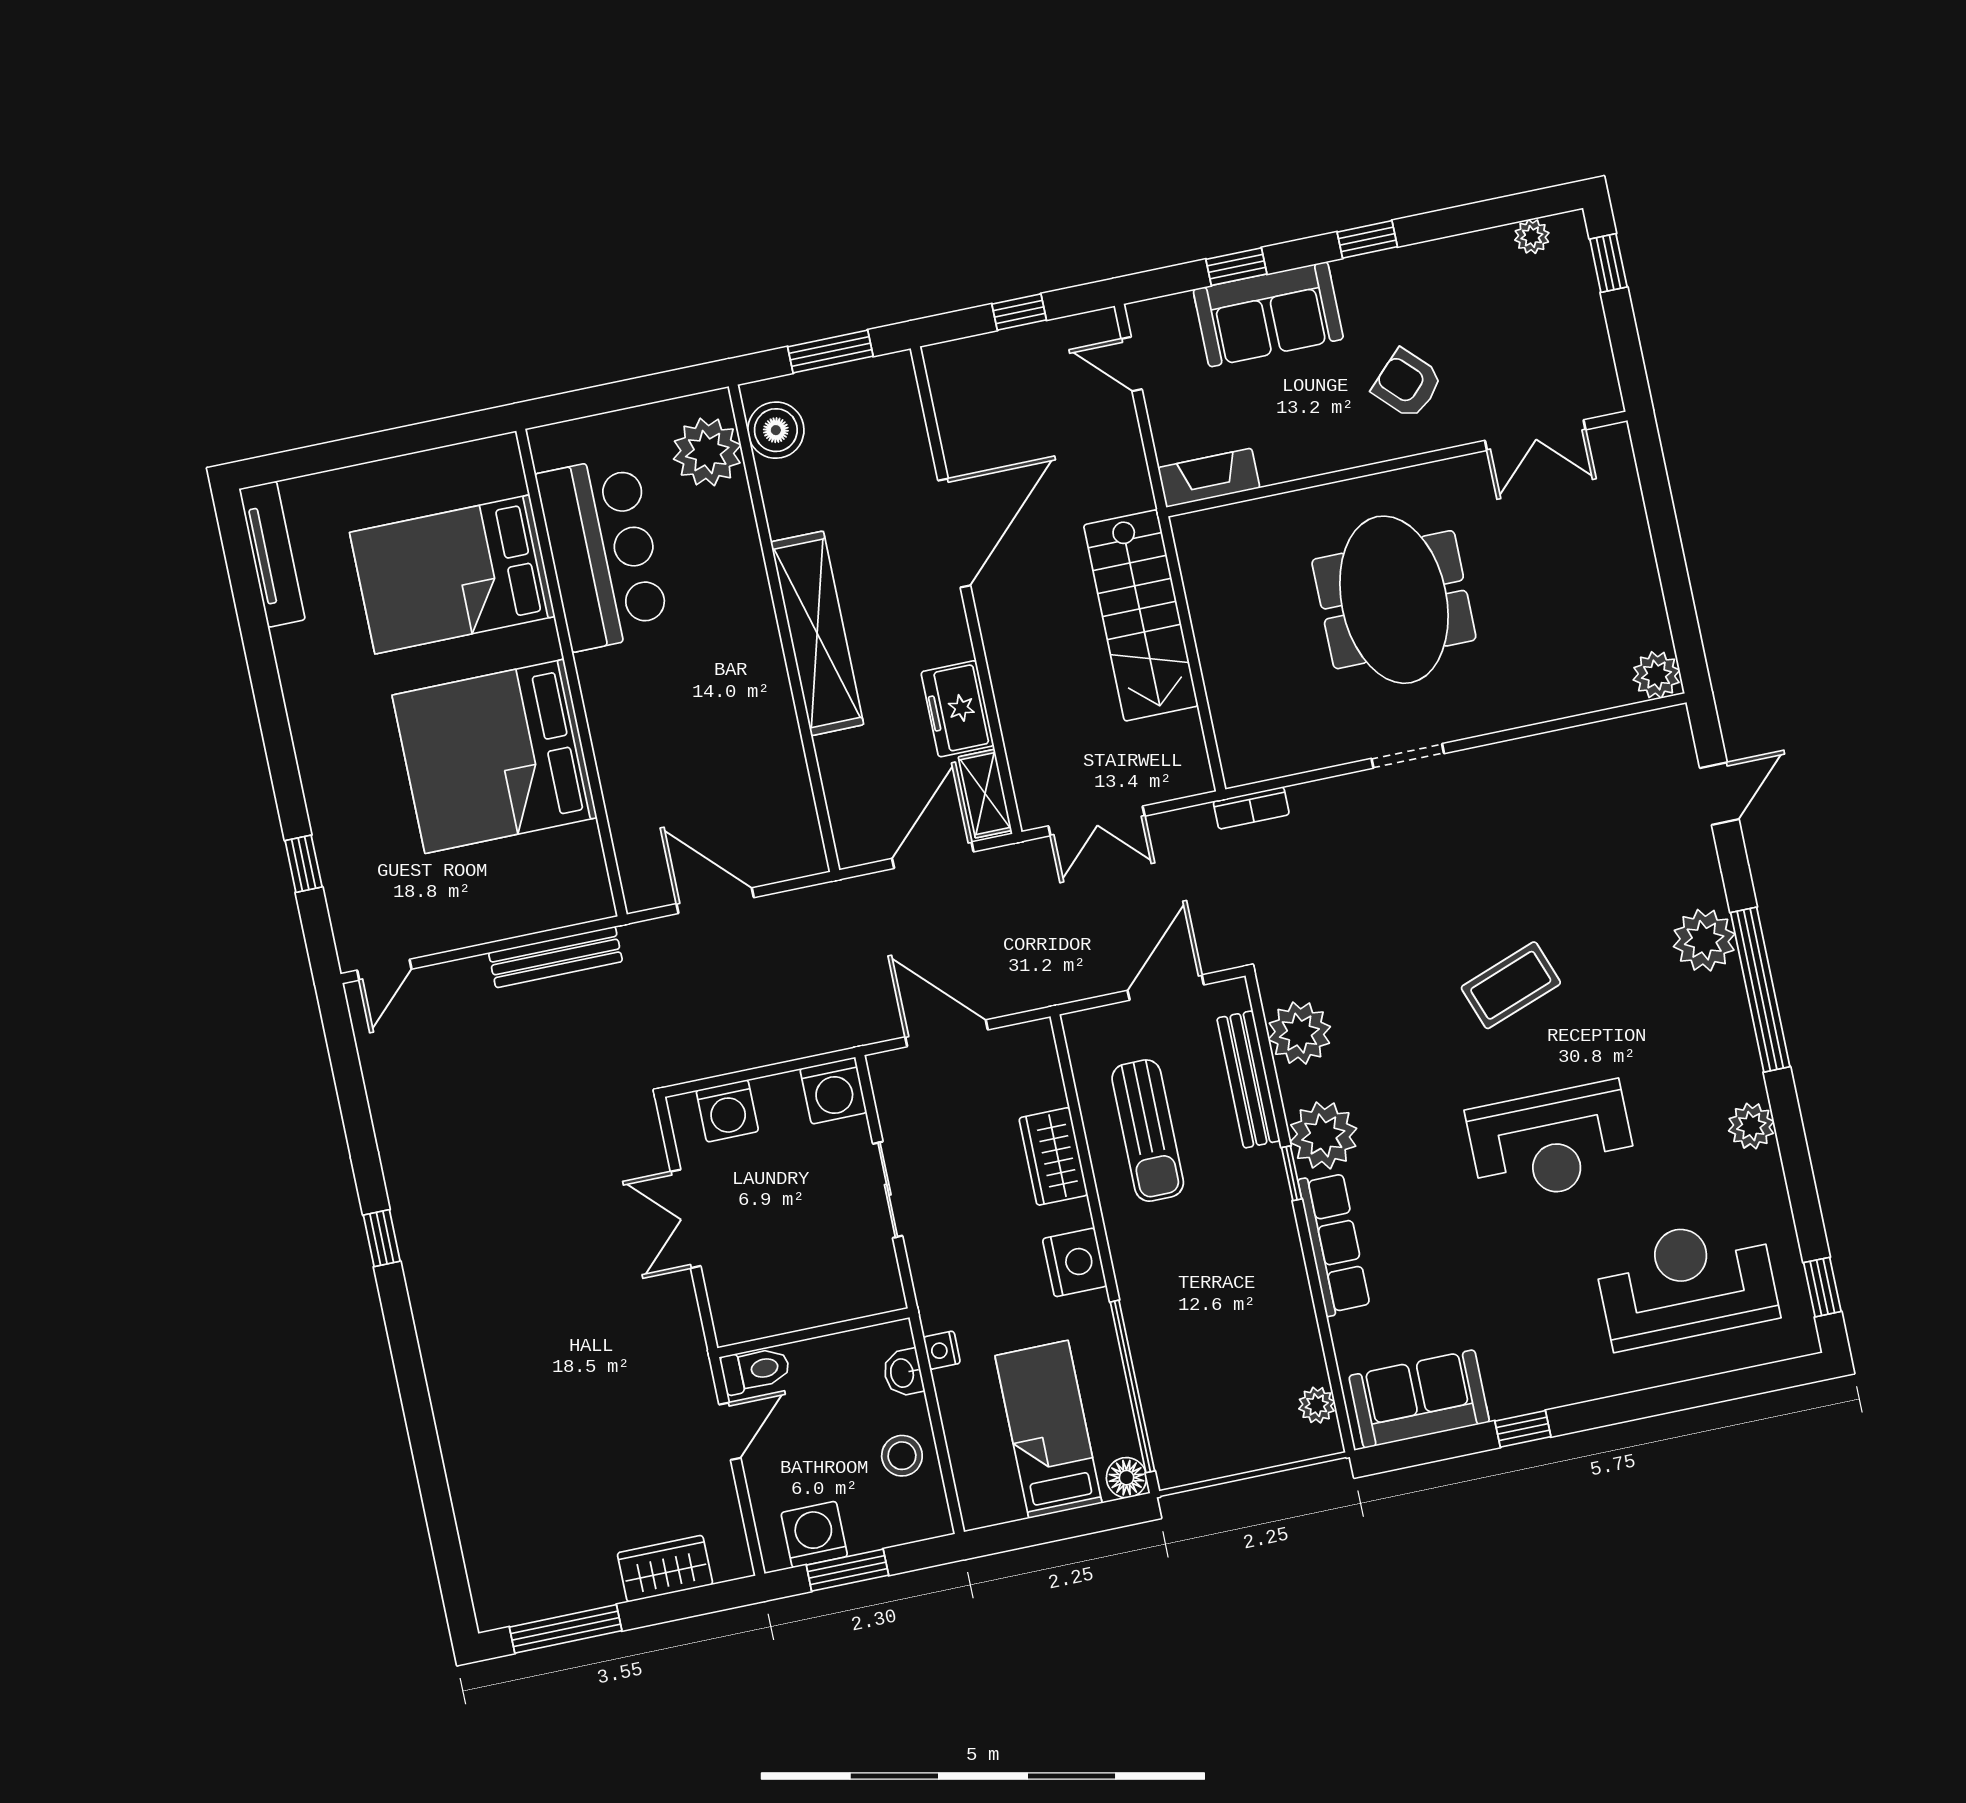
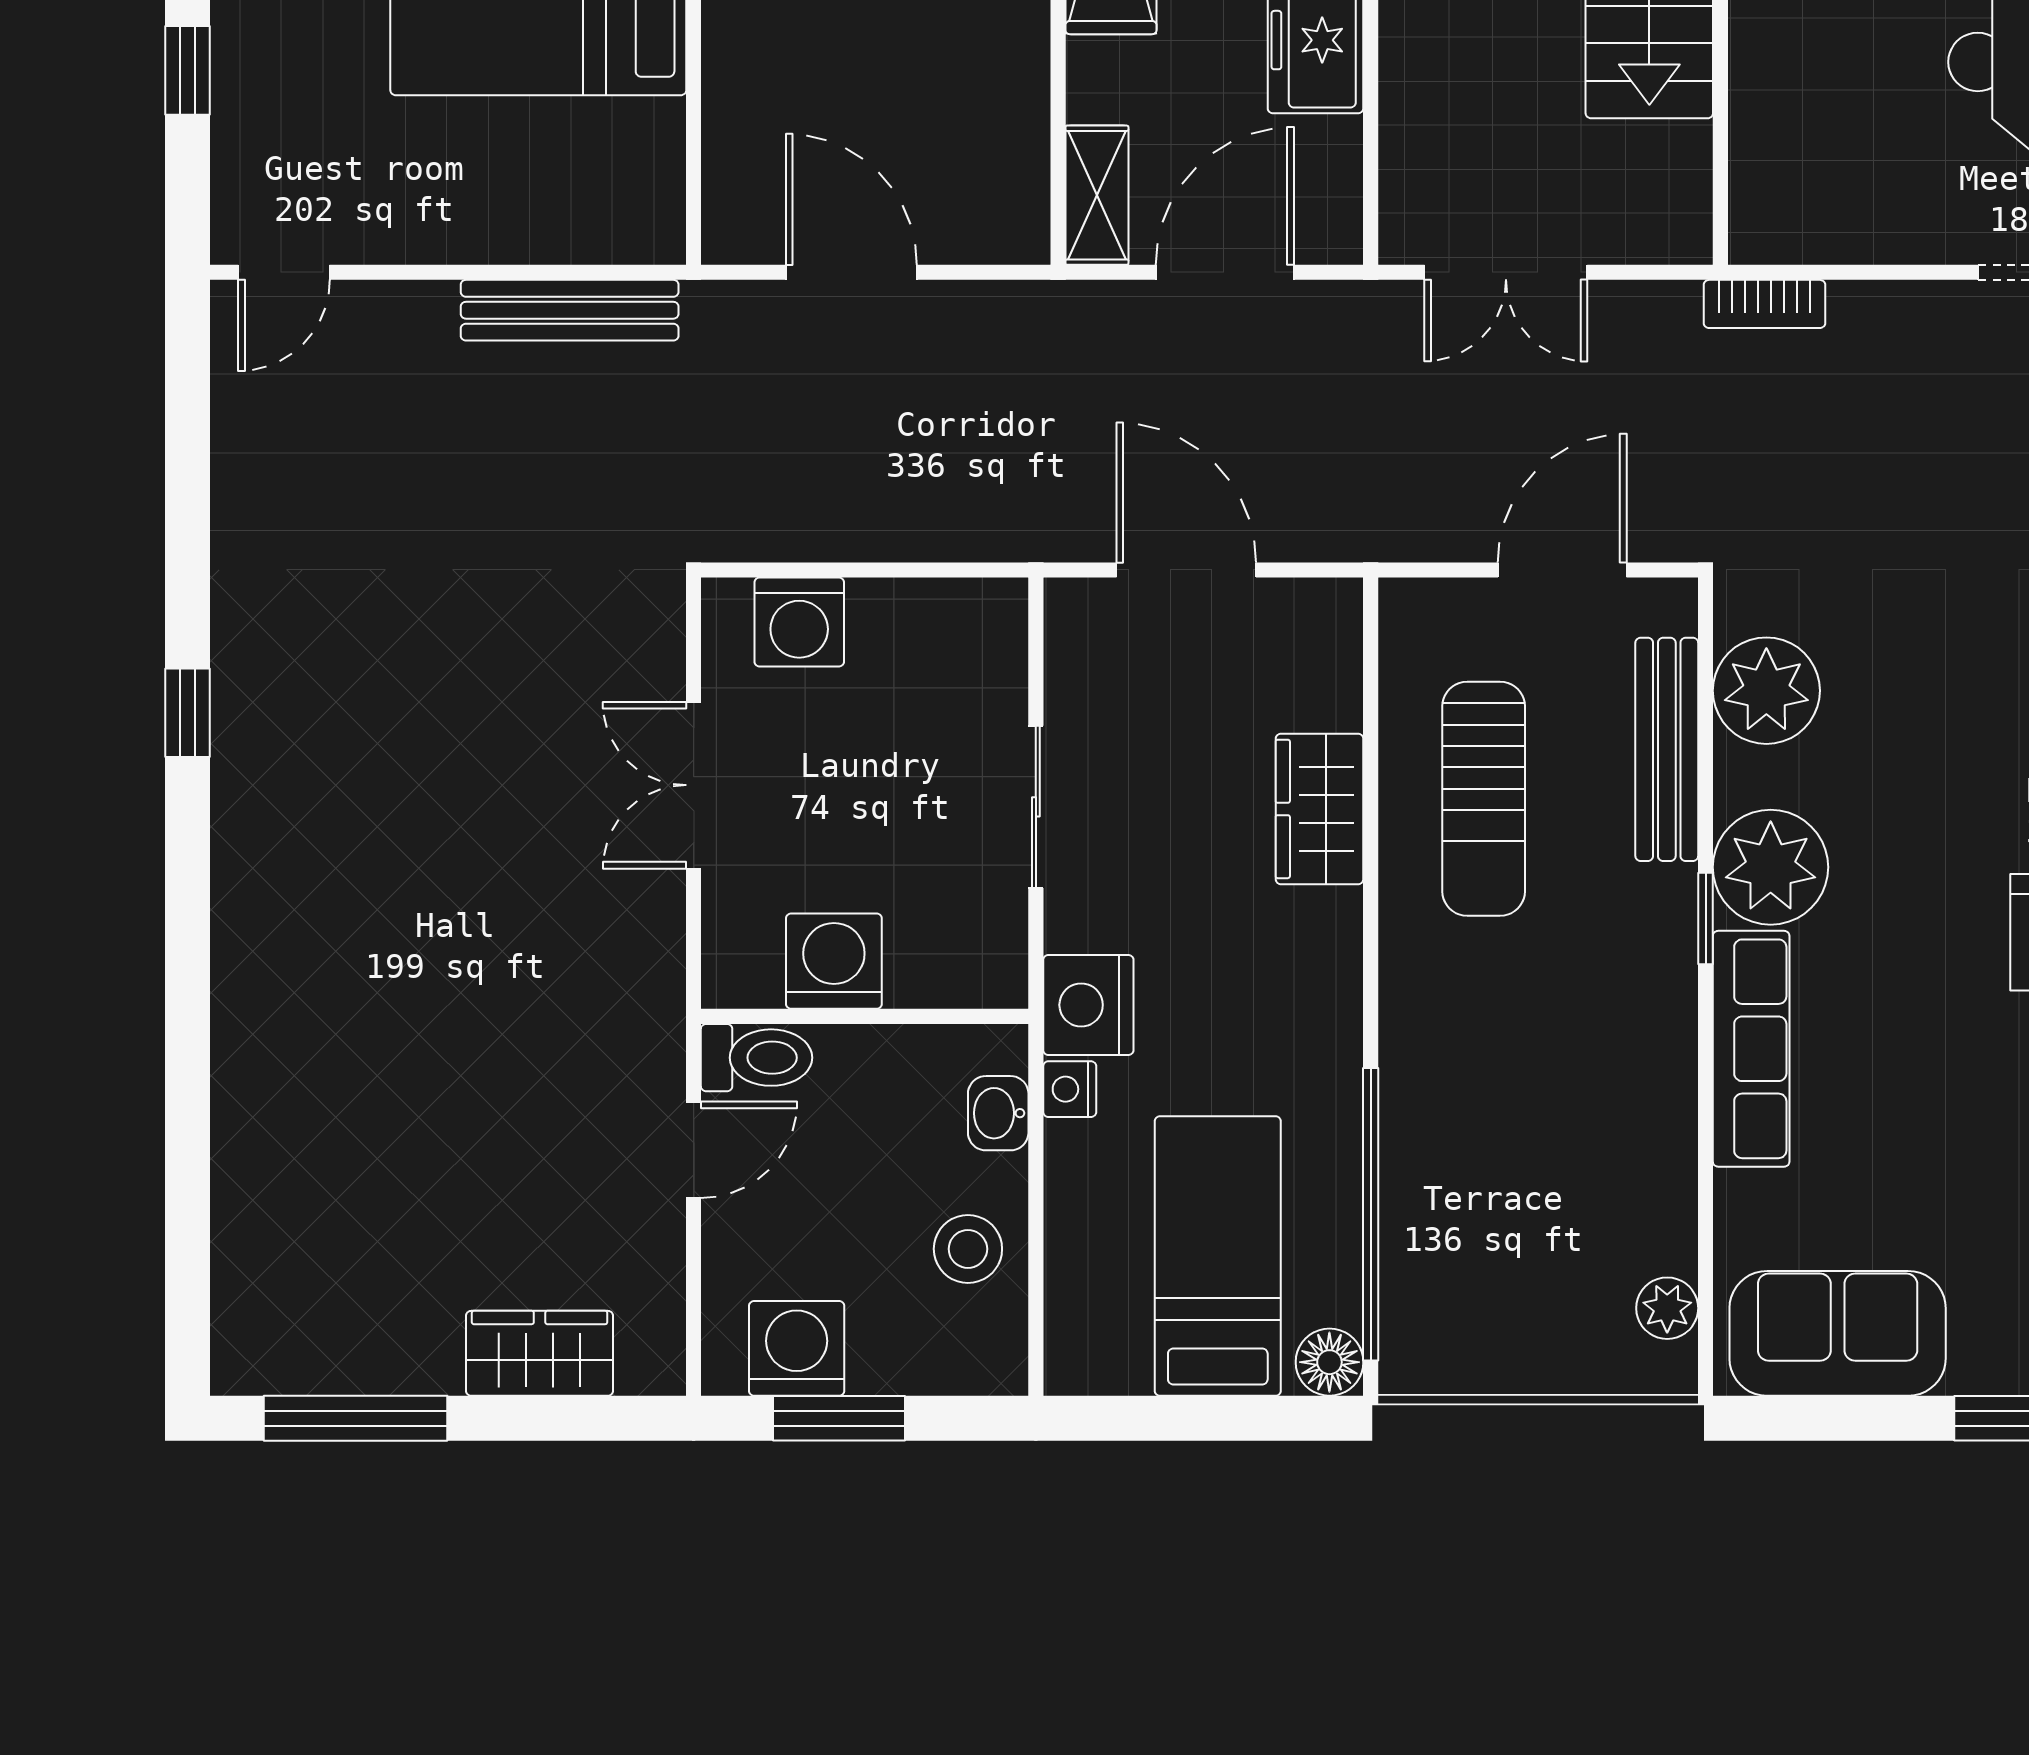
shelving: (985, 794) -> (1097, 195), moved
washing machine: (833, 1091) -> (834, 961), moved, turned 180
nightstand: (1075, 1262) -> (1088, 1005), moved, turned 180

